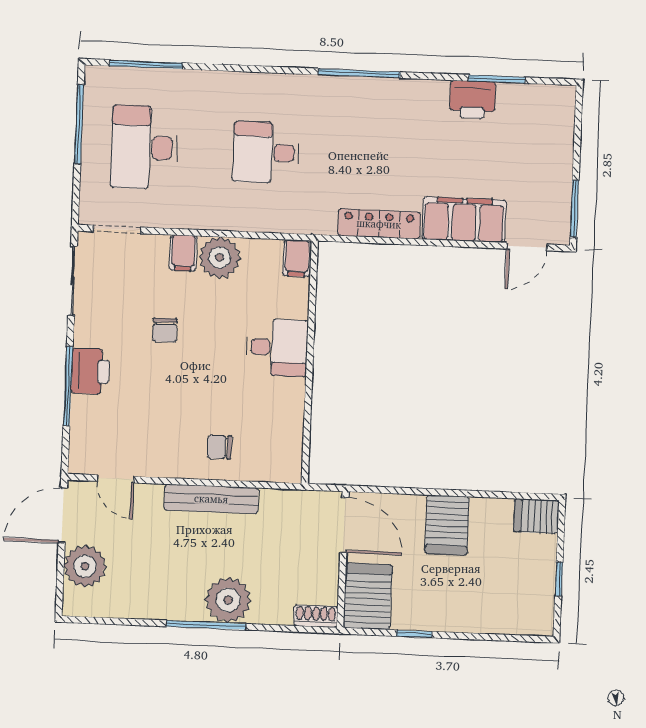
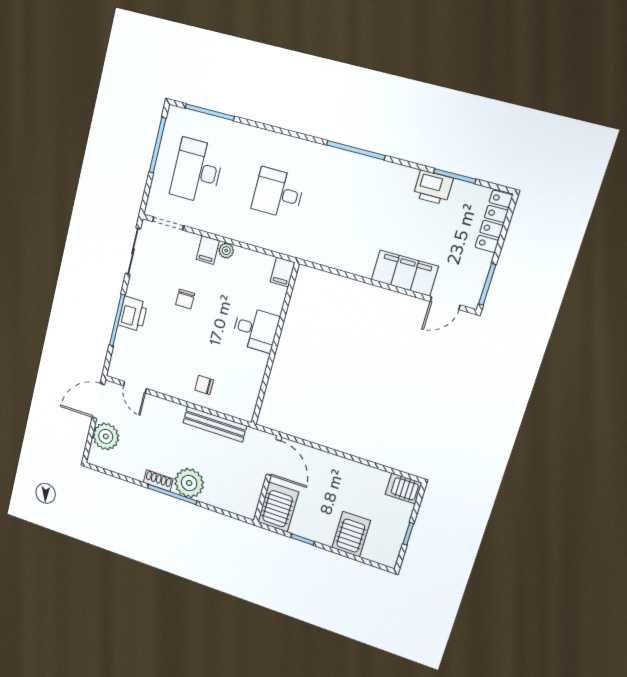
locker: (379, 224) -> (494, 221), moved, turned -90
plant: (220, 258) -> (226, 251), width x0.53, depth x0.53
bench: (211, 499) -> (215, 424), moved
server rack: (447, 525) -> (351, 534), moved, turned 180
shoe rack: (316, 616) -> (158, 481), moved

